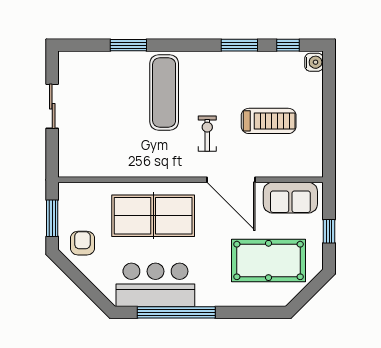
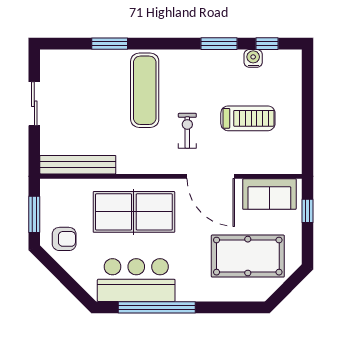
water cooler: (314, 62) -> (253, 58), moved, turned -90
bench: (96, 168) -> (78, 165), added
window: (329, 231) -> (308, 211), moved
armchair: (82, 243) -> (64, 239), turned 90

